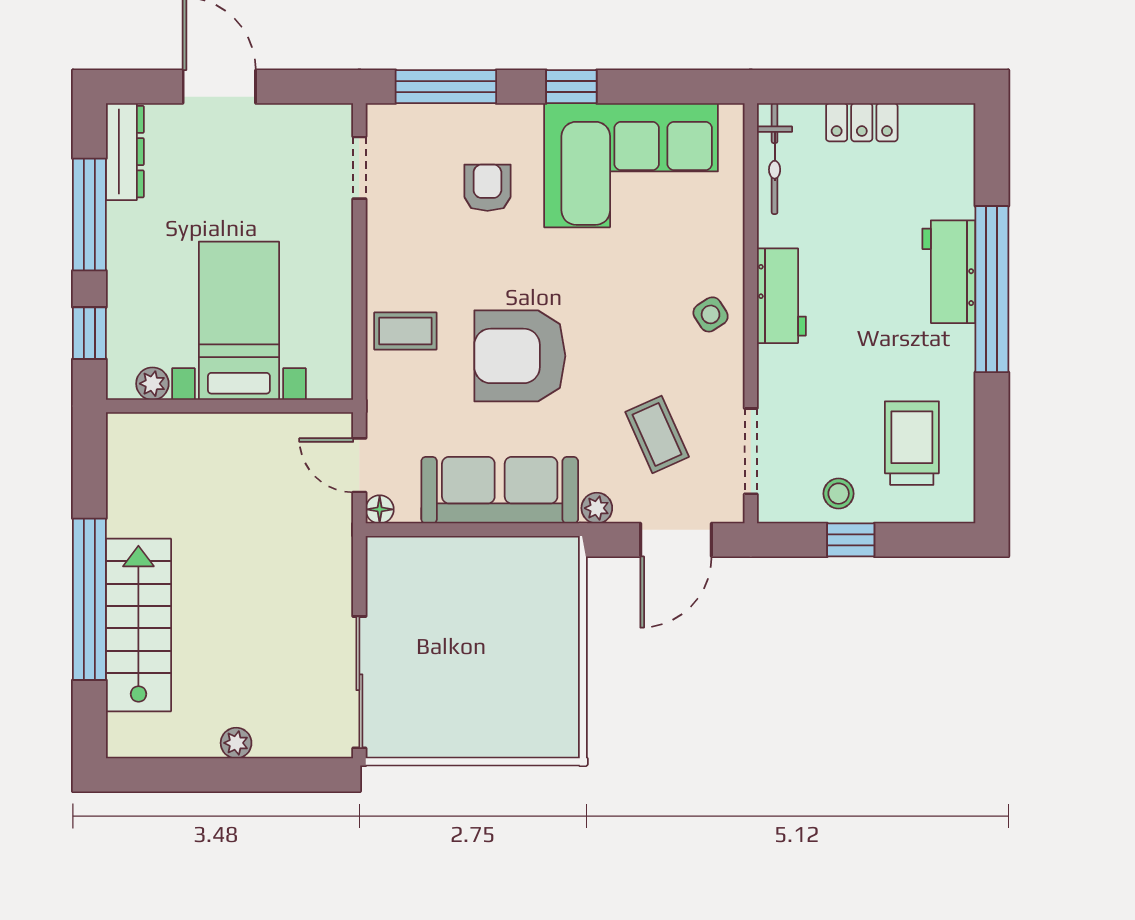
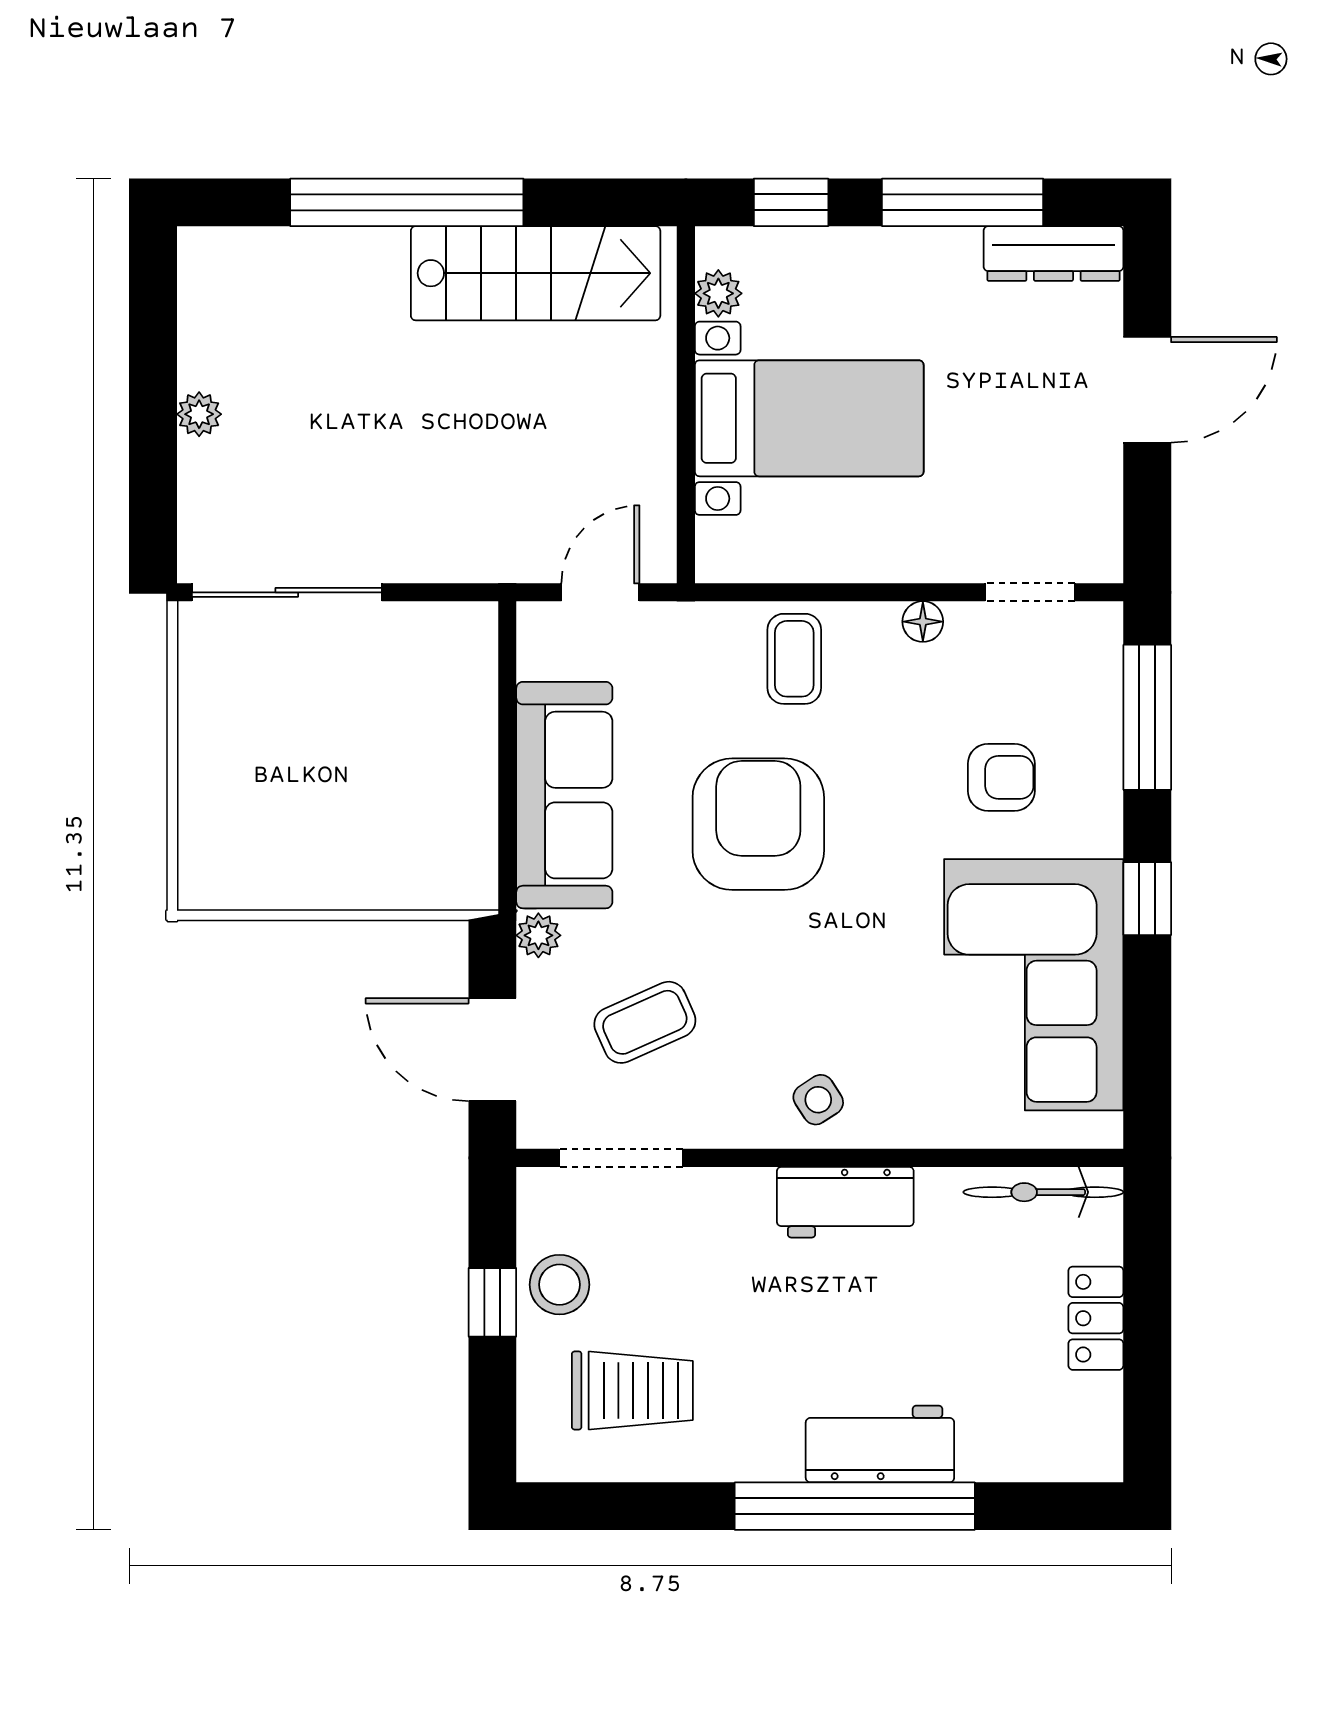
stool: (839, 494) -> (560, 1285), width x1.37, depth x1.37
floor lamp: (380, 509) -> (923, 622), moved
stairs: (138, 625) -> (536, 273), moved

